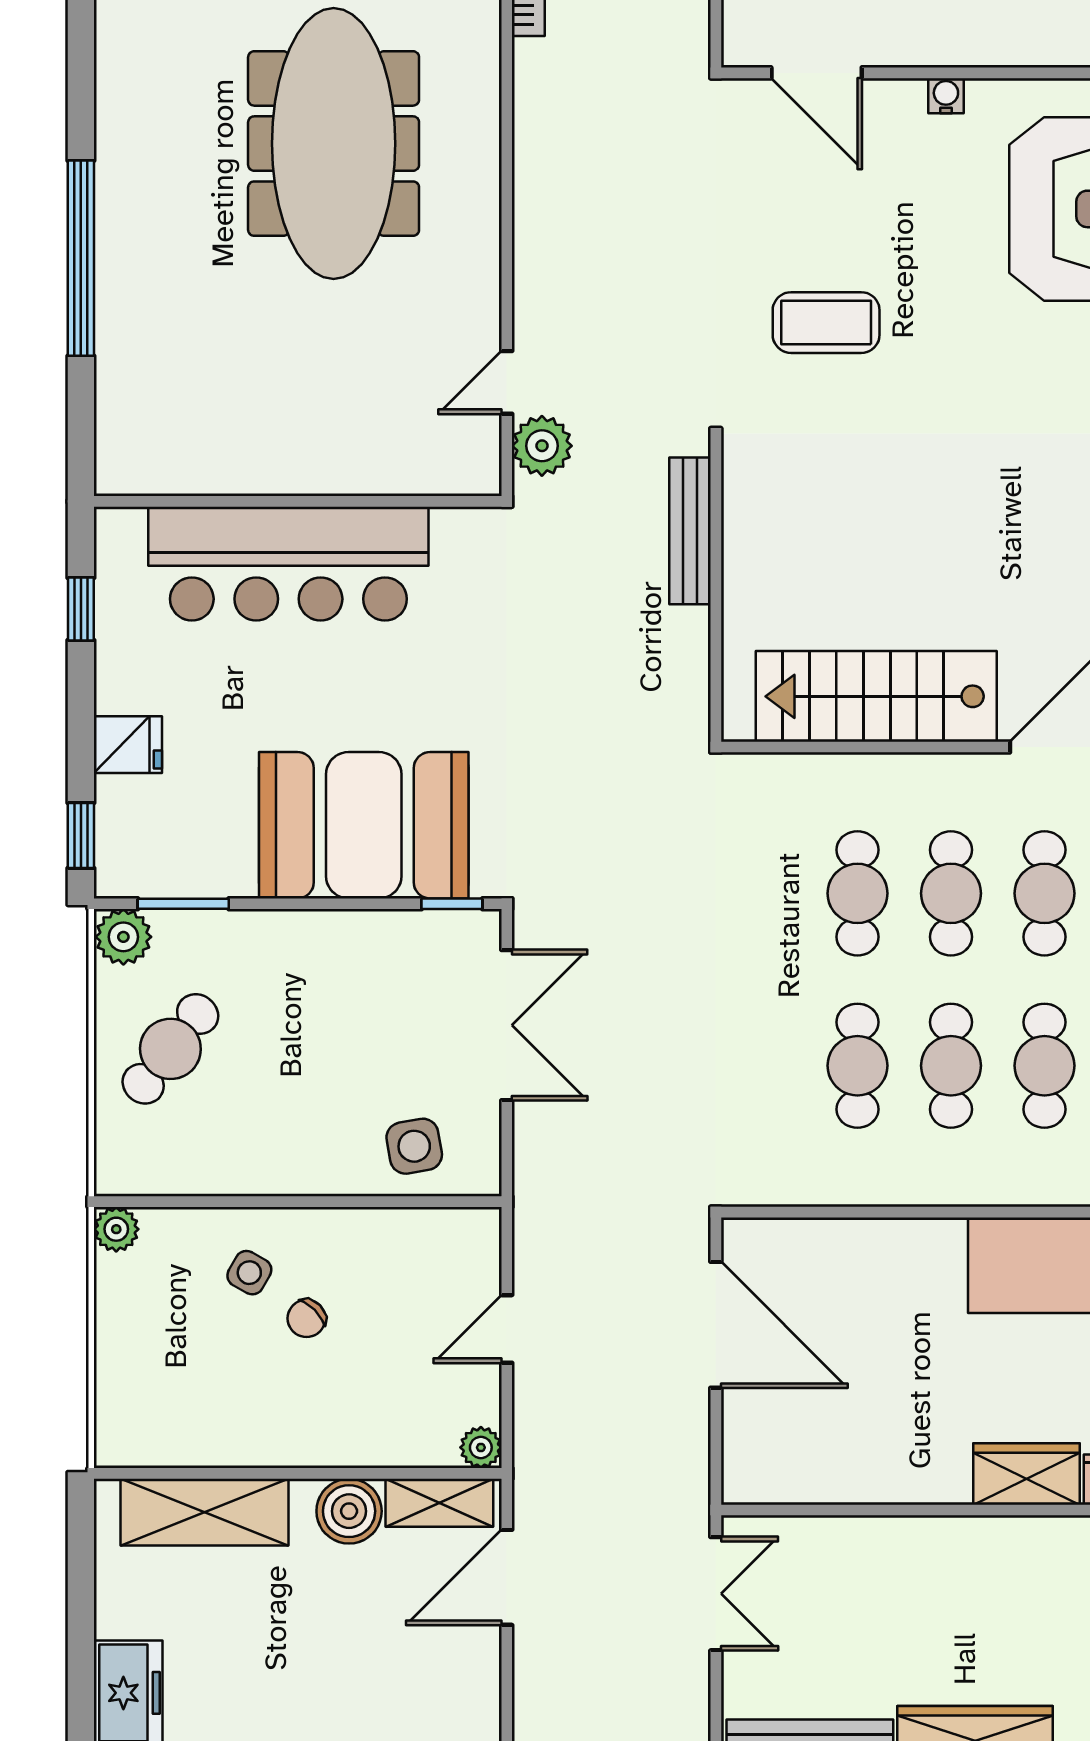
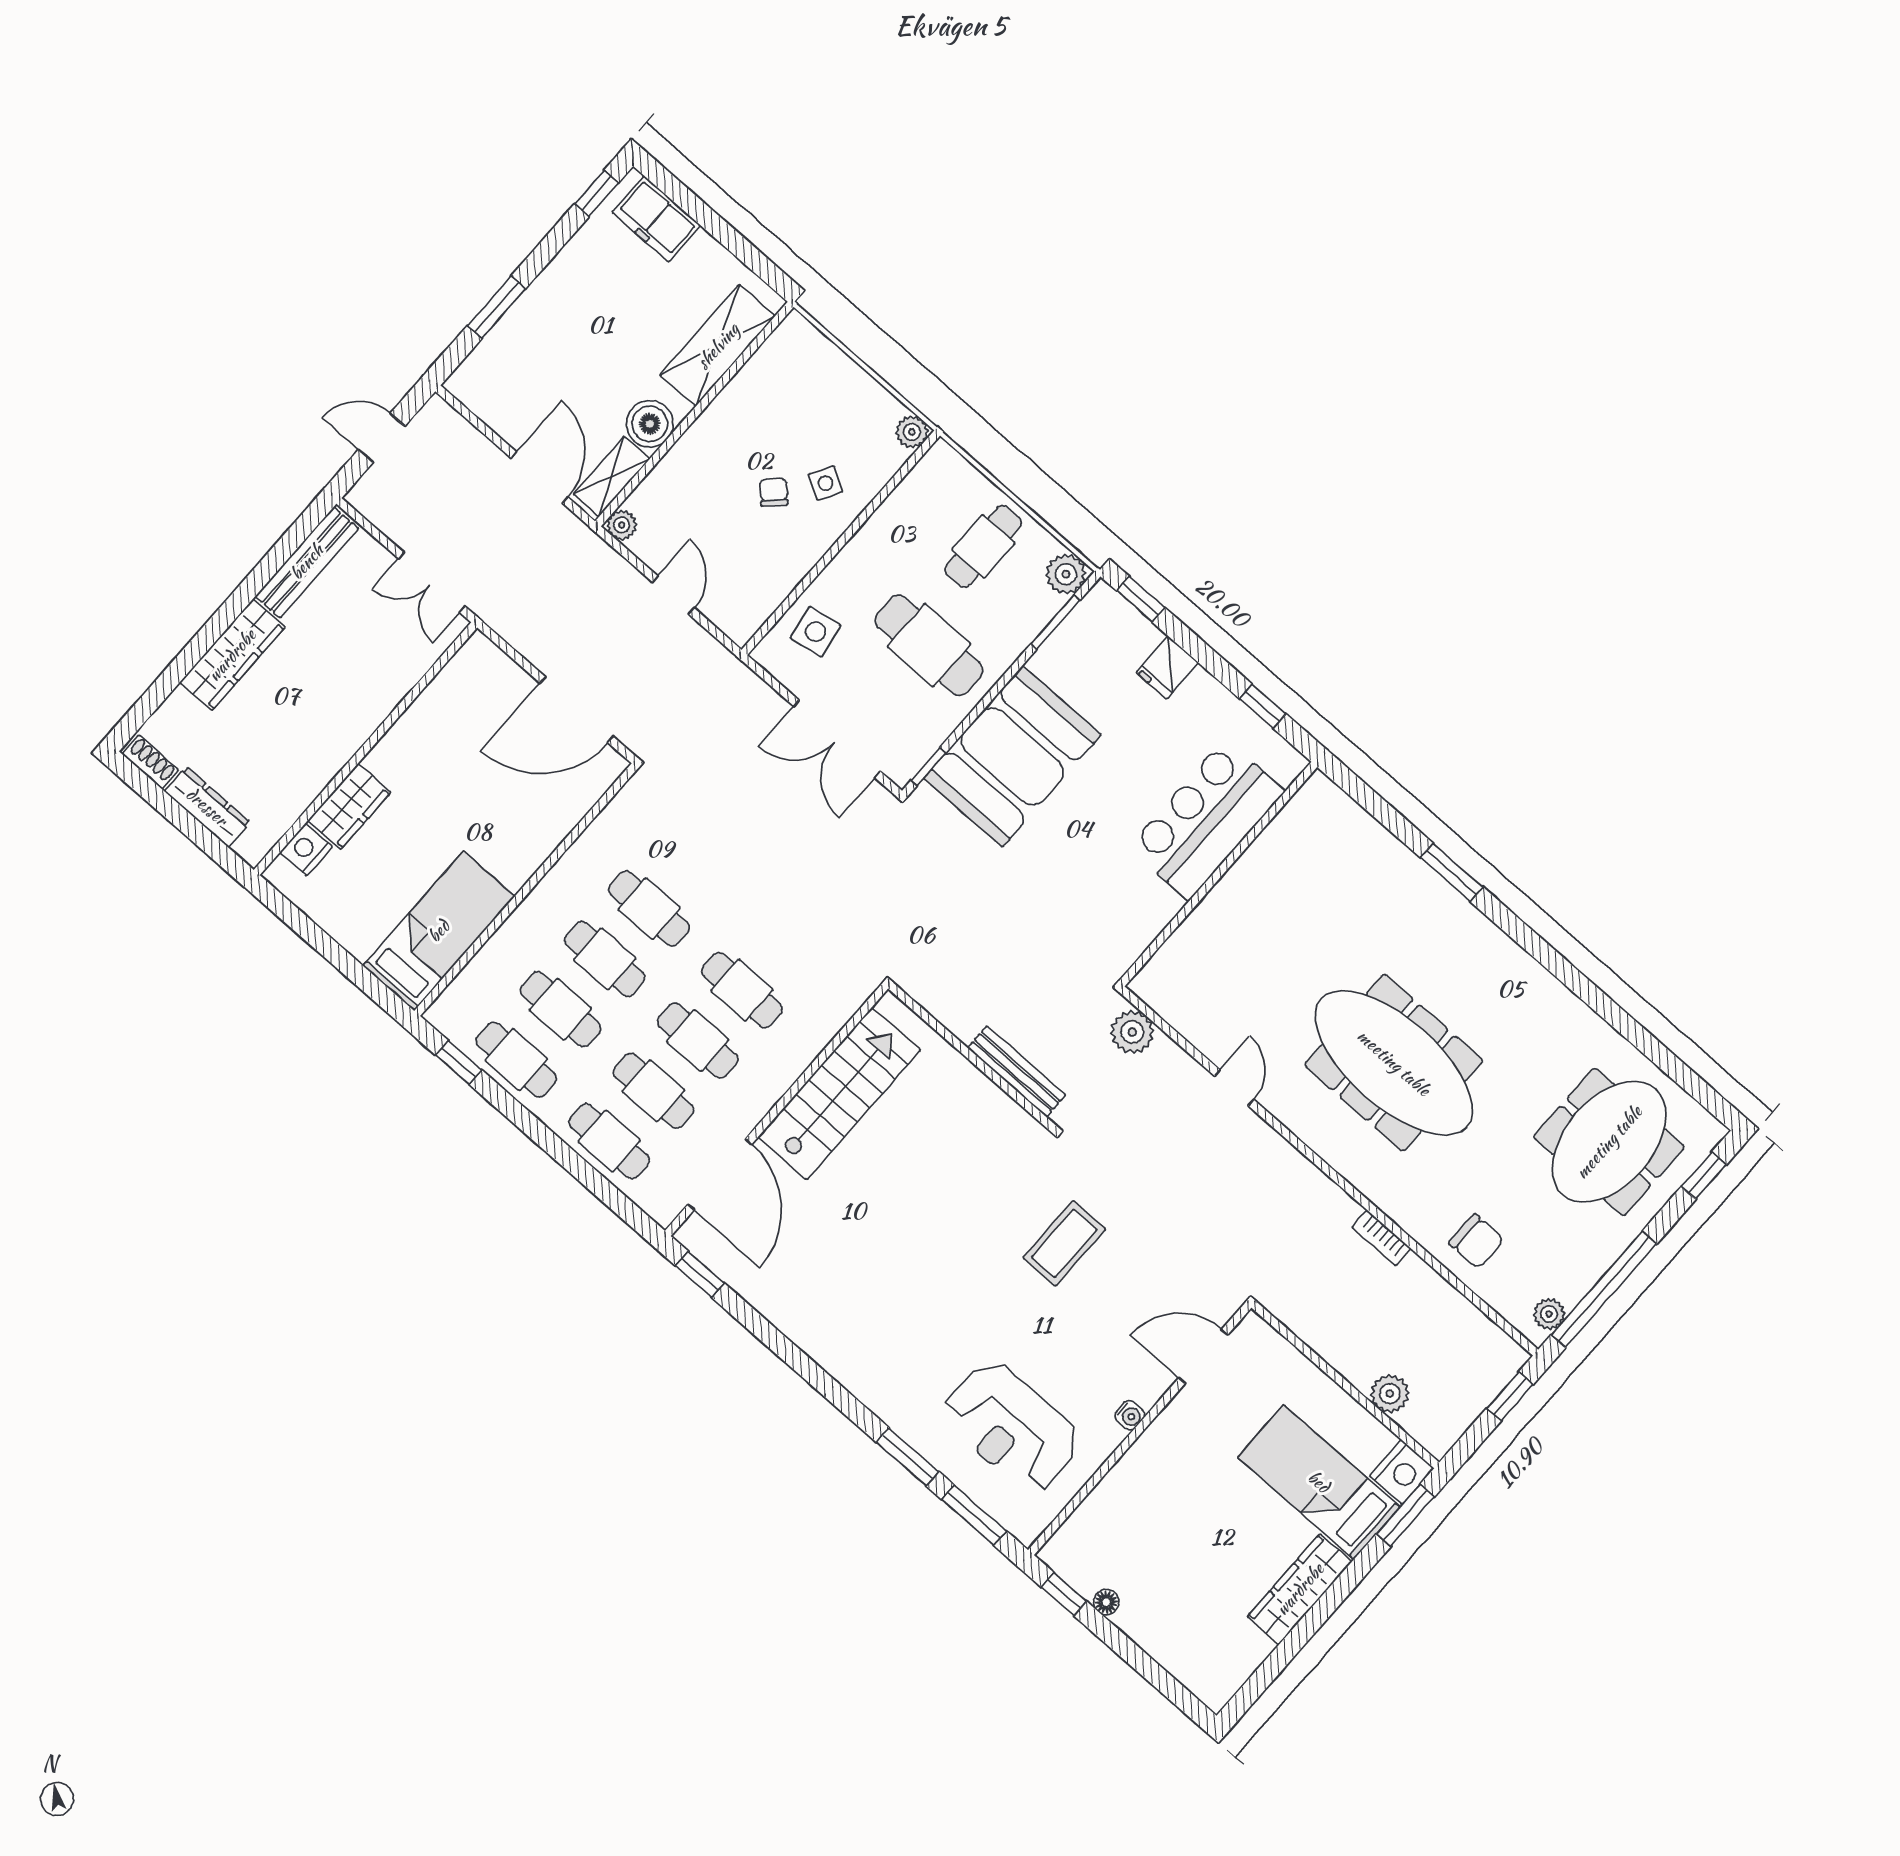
window: (81, 258) -> (1452, 872), width x0.47
door: (507, 382) -> (1234, 1088), moved
bar counter: (288, 564) -> (1207, 820), width x0.73
cafe table: (324, 1015) -> (929, 645), added
cafe table: (170, 1049) -> (983, 546), turned 52

